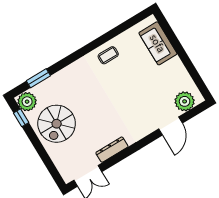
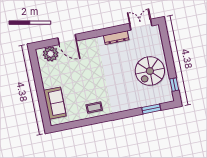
plant: (27, 102) -> (166, 95), removed
spiral stairs: (57, 124) -> (150, 71), turned 180
door: (171, 126) -> (67, 39), swing flipped

